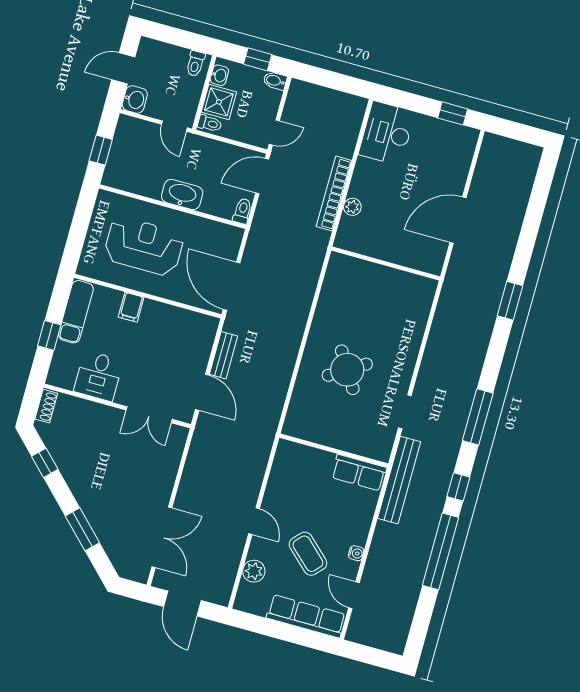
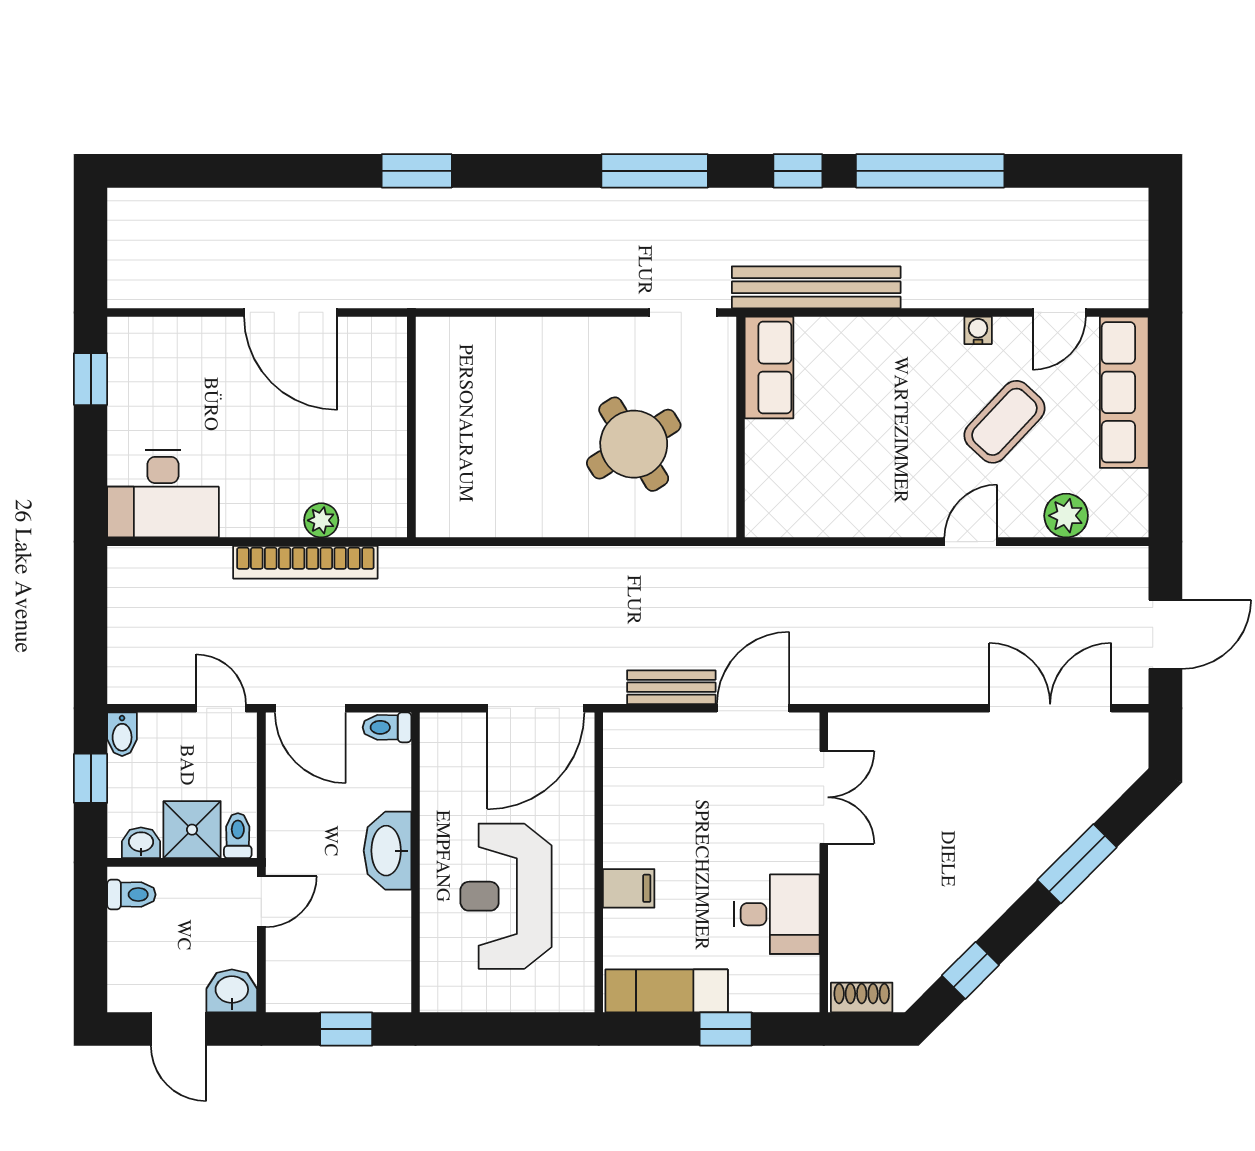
wall: (334, 451) -> (740, 427), moved
row of seats: (359, 473) -> (769, 368), moved

